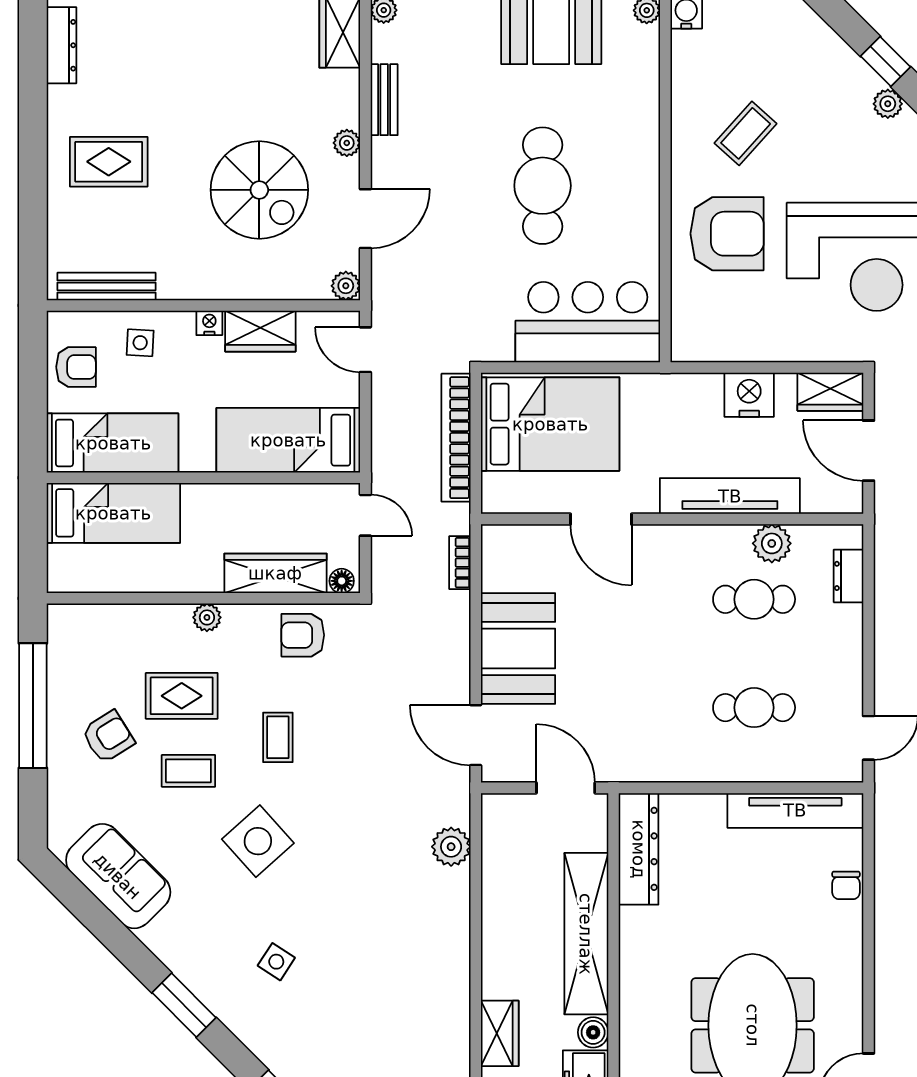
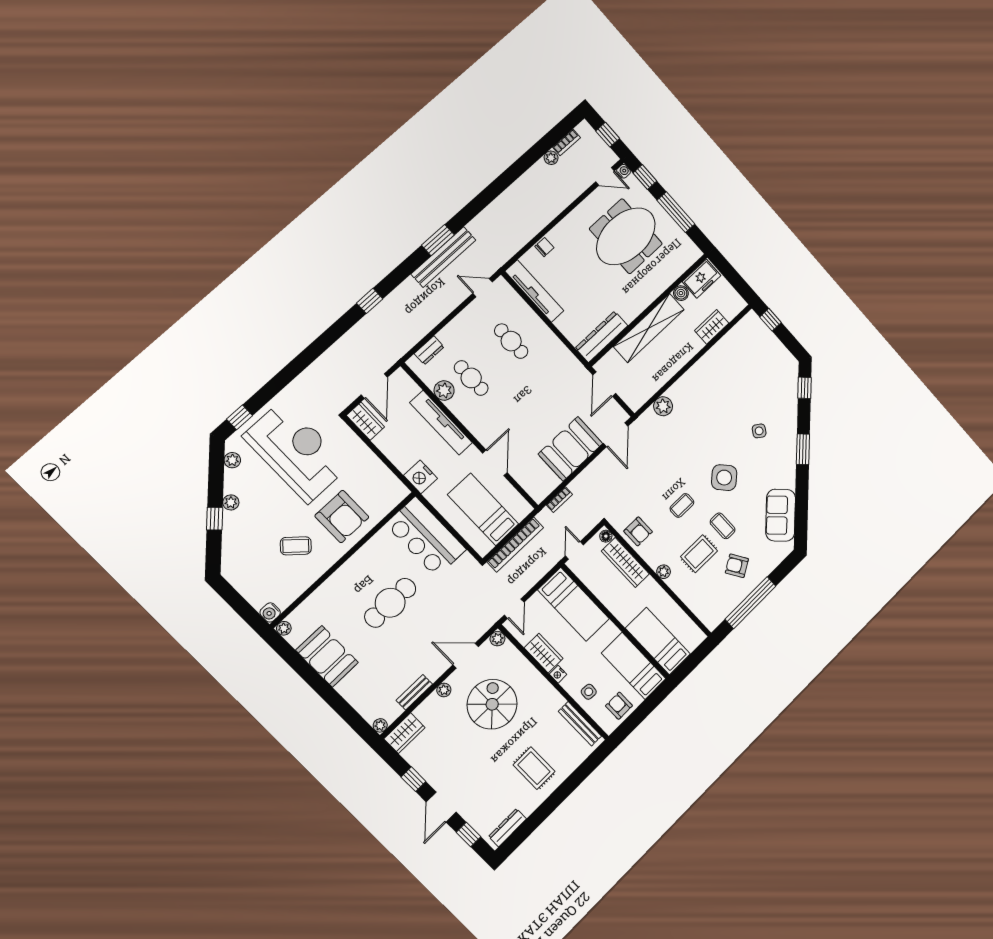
armchair: (727, 234) -> (342, 517), turned 180
nightstand: (749, 395) -> (421, 477), moved
bed: (550, 424) -> (483, 509), width x0.67
rug: (182, 696) -> (699, 554), turned 90

